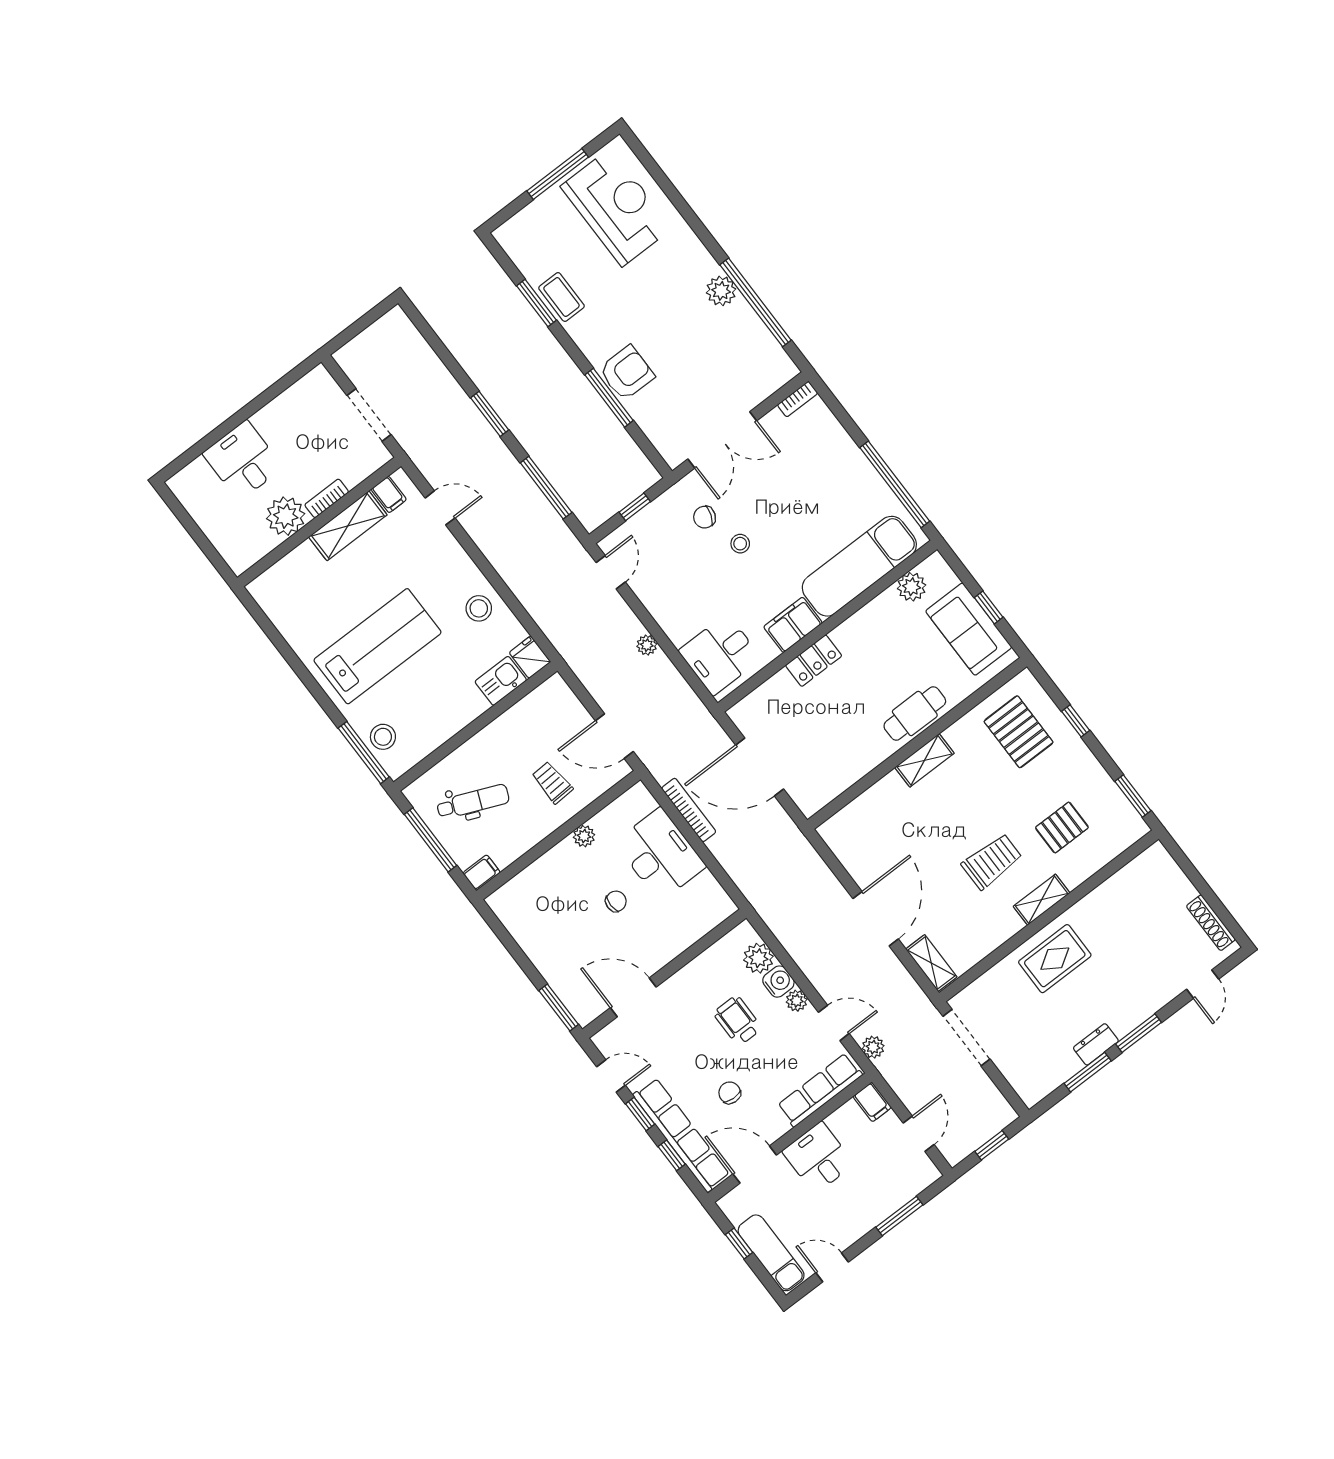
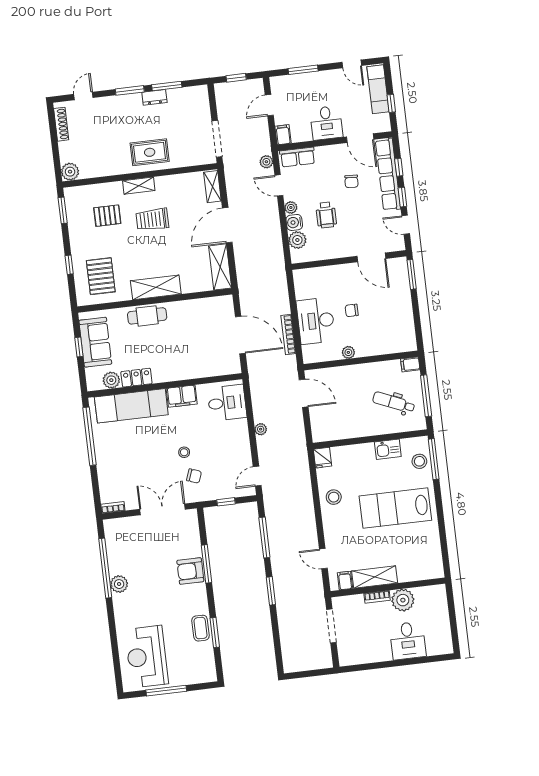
locker: (814, 661) -> (136, 378), moved
kitchen sink: (501, 681) -> (388, 449), moved
shelving: (924, 760) -> (156, 287), width x1.50, depth x1.33
trolley: (552, 783) -> (348, 389), removed
shelving: (850, 850) -> (220, 267), added
plant: (1156, 860) -> (70, 172), added
row of seats: (820, 1090) -> (297, 157), width x0.68

